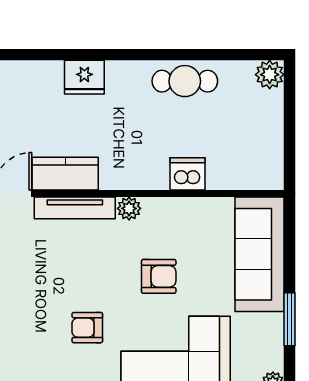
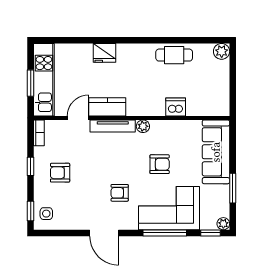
fridge: (84, 77) -> (104, 53), moved

